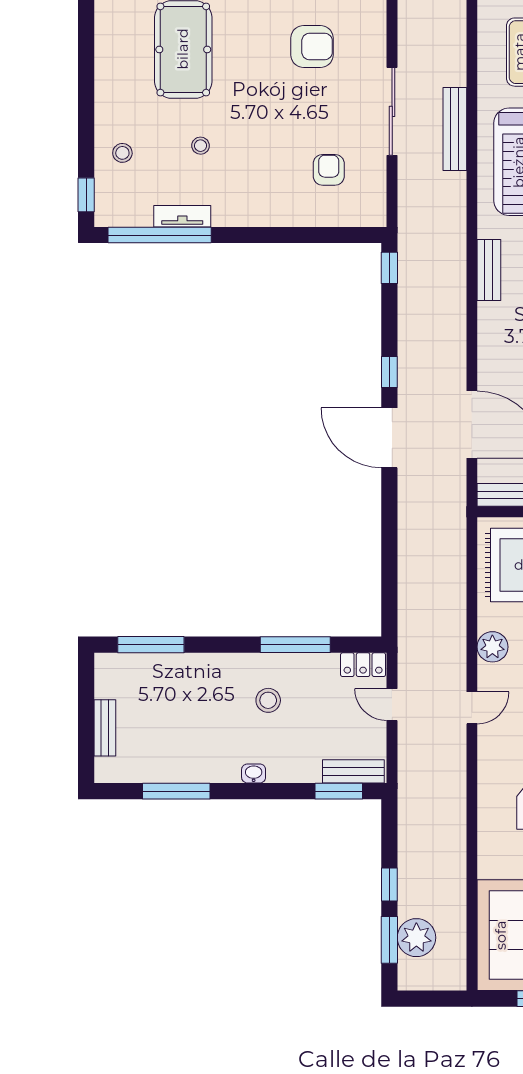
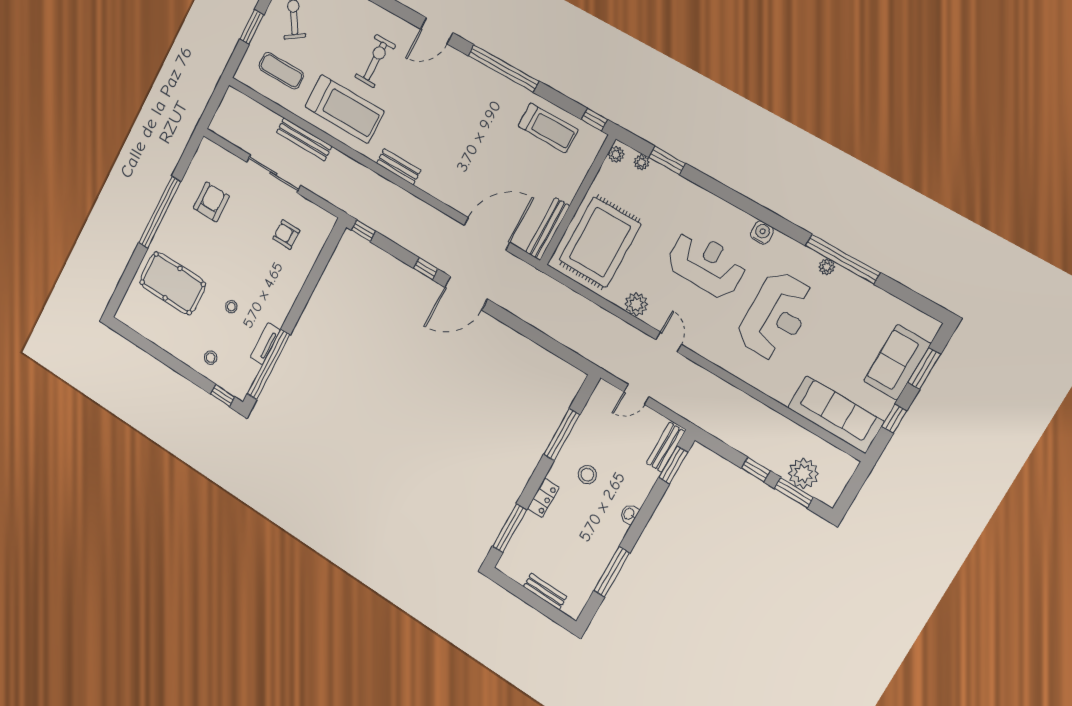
locker: (363, 665) -> (543, 498), moved

